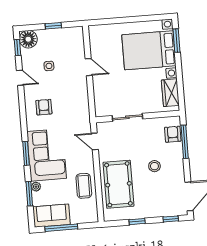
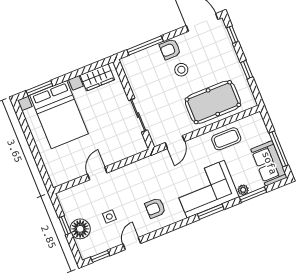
floor lamp: (28, 39) -> (80, 229), moved
armchair: (173, 134) -> (170, 49), moved

